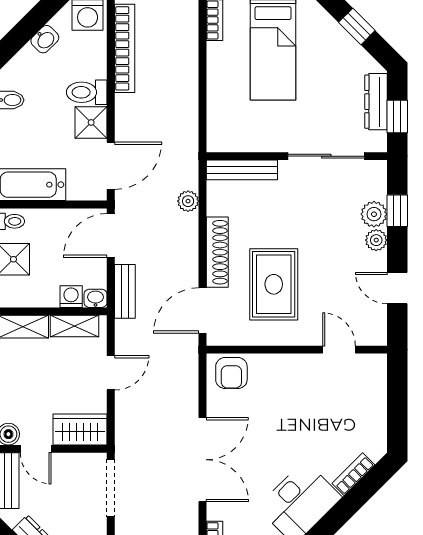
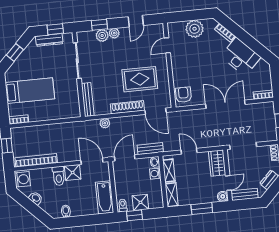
door: (111, 236) -> (125, 158), swing flipped
armchair: (231, 373) -> (183, 95), turned -90
plant: (368, 411) -> (195, 29), added

